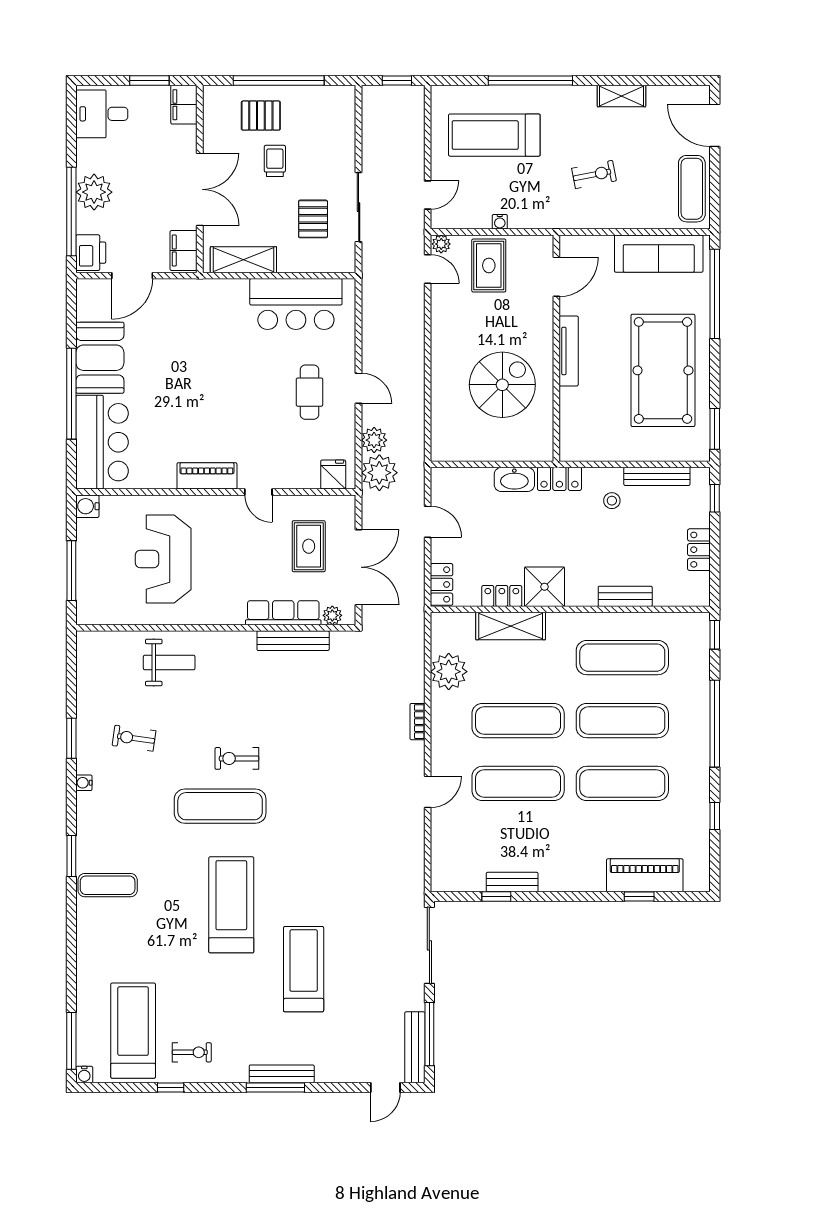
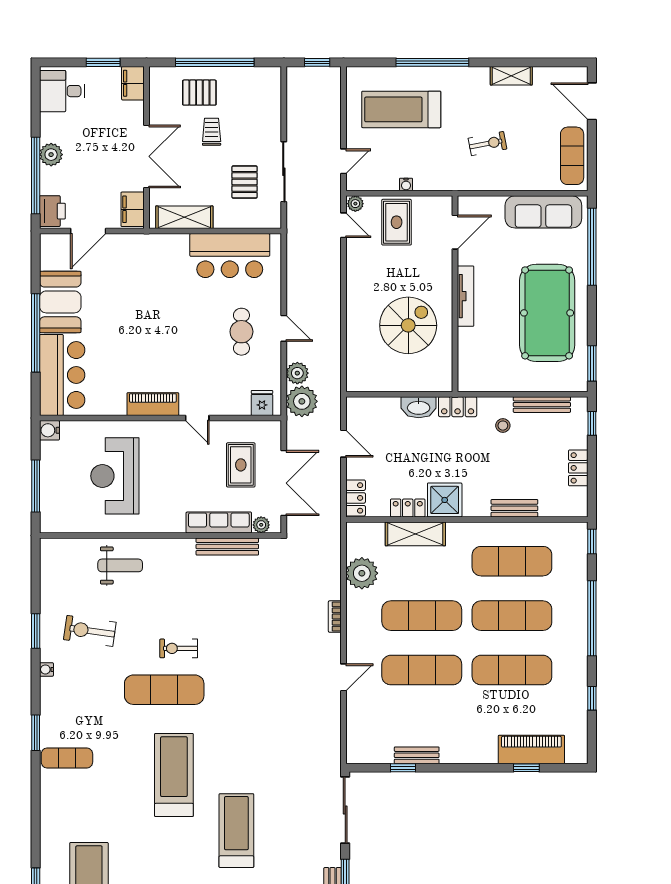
plant: (94, 192) -> (51, 155), width x0.73, depth x0.73
exercise bike: (134, 738) -> (90, 631), width x1.38, depth x1.39

